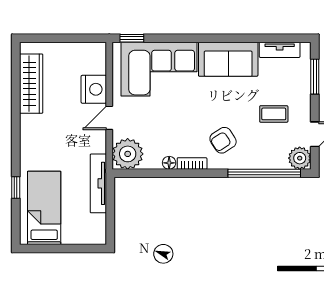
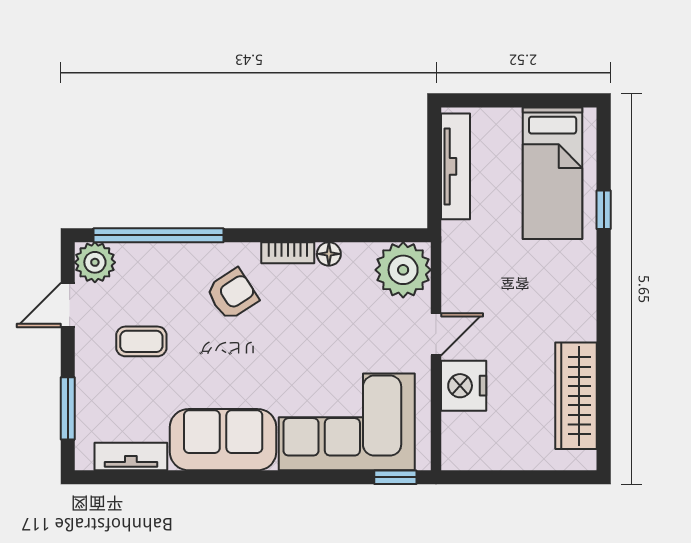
tv unit: (98, 183) -> (455, 166), moved

